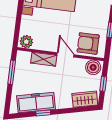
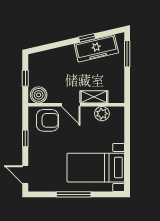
plant: (26, 42) -> (102, 114), moved
window: (12, 72) -> (127, 54), moved
wardrobe: (85, 99) -> (43, 59), removed

